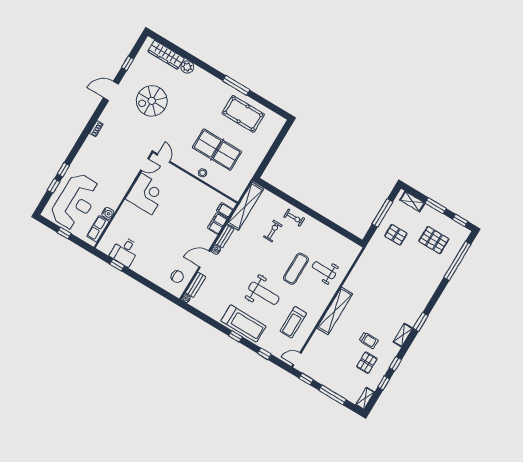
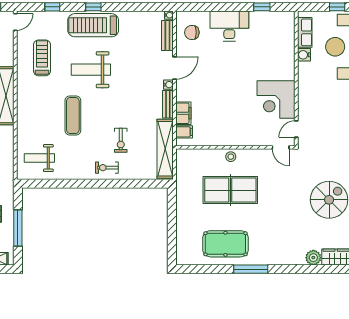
desk: (125, 251) -> (229, 26), moved, width x1.37
weight bench: (324, 270) -> (39, 158), moved, turned 180

